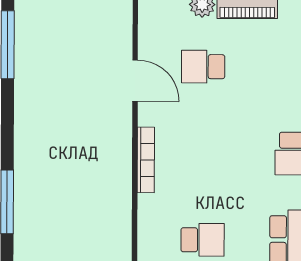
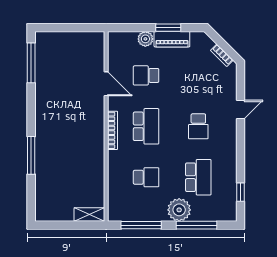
school desk: (203, 153) -> (146, 126), added

